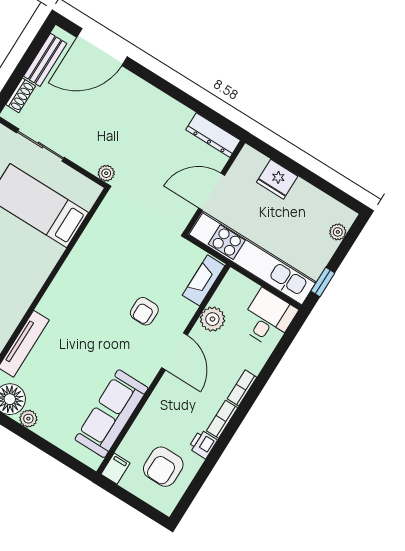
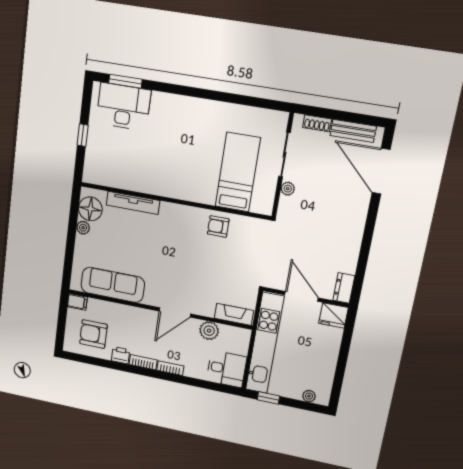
dresser: (213, 135) -> (344, 288), width x0.70
plant: (106, 173) -> (288, 189), moved
fridge: (277, 179) -> (333, 315), moved, turned -90
armchair: (144, 311) -> (218, 226), moved

